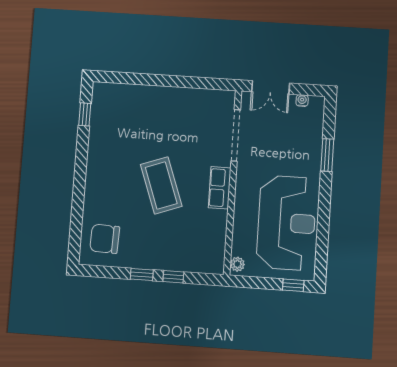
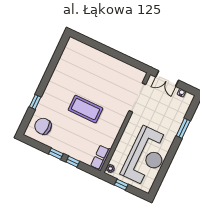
window: (85, 114) -> (35, 102), moved
coffee table: (161, 185) -> (85, 109), turned -70
row of seats: (220, 188) -> (101, 158), moved
window: (293, 285) -> (121, 185), moved

